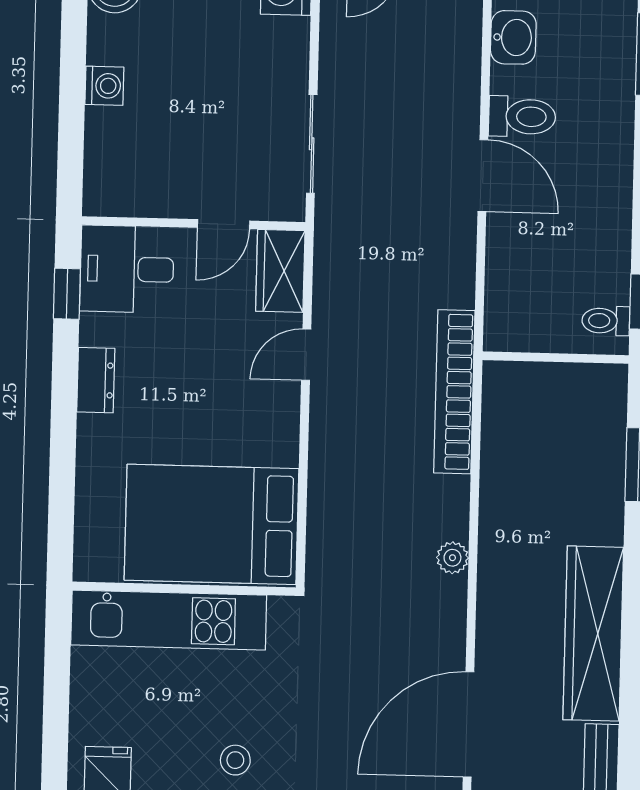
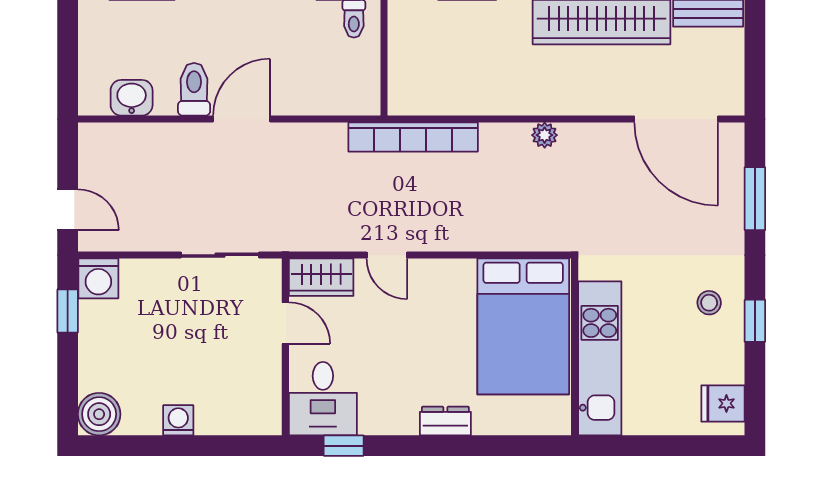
dresser: (96, 380) -> (445, 421), moved

